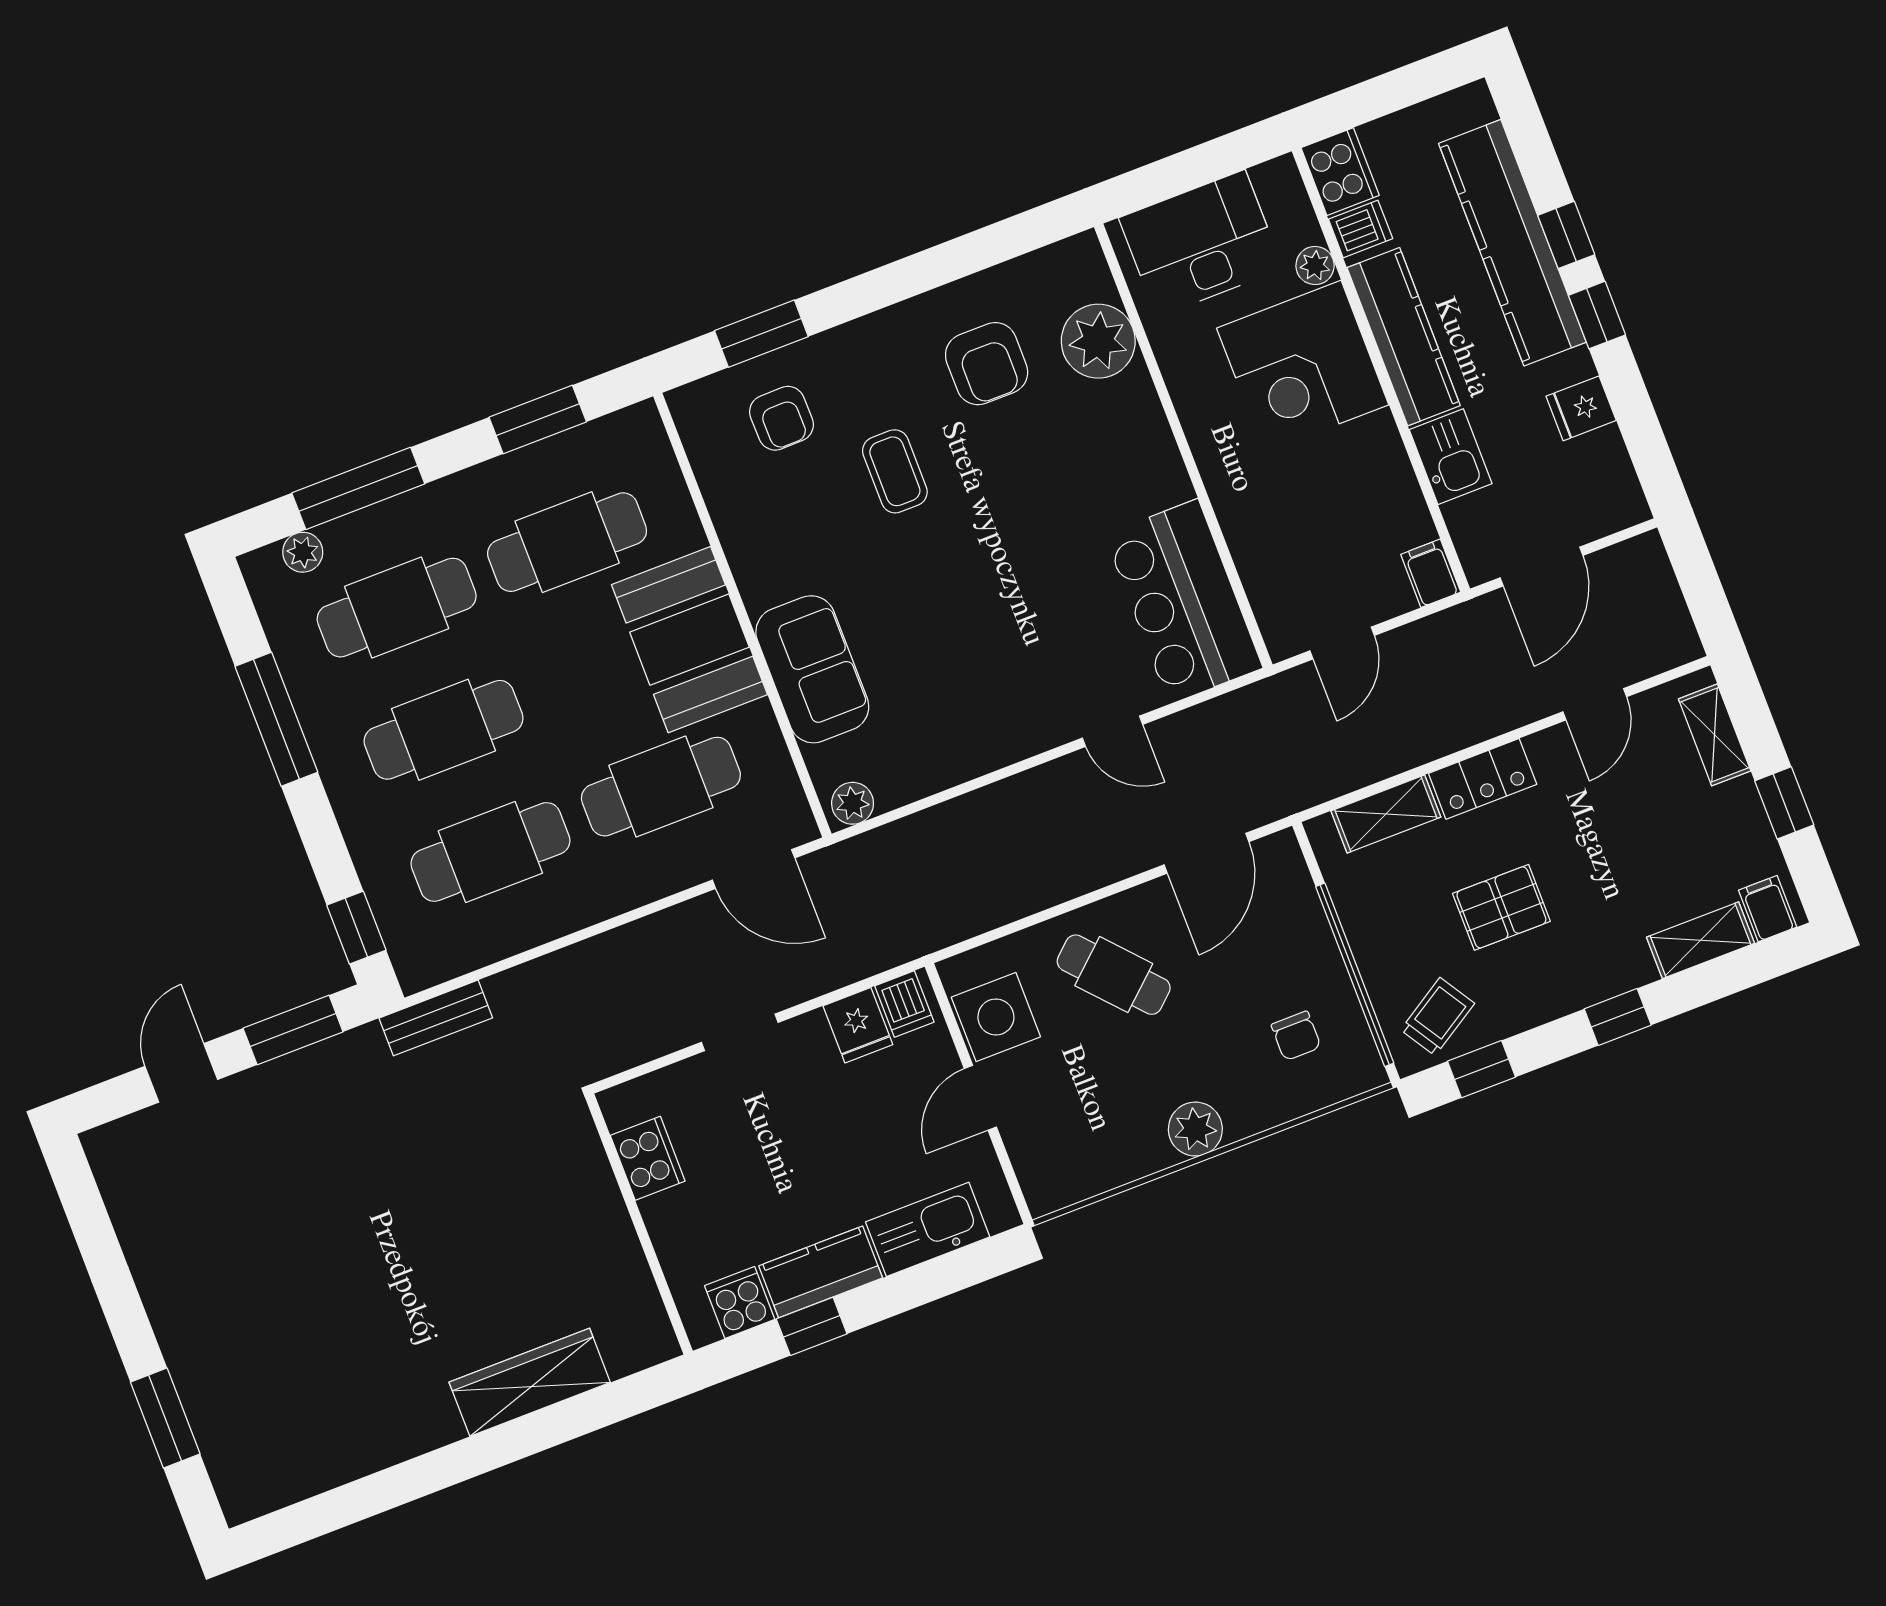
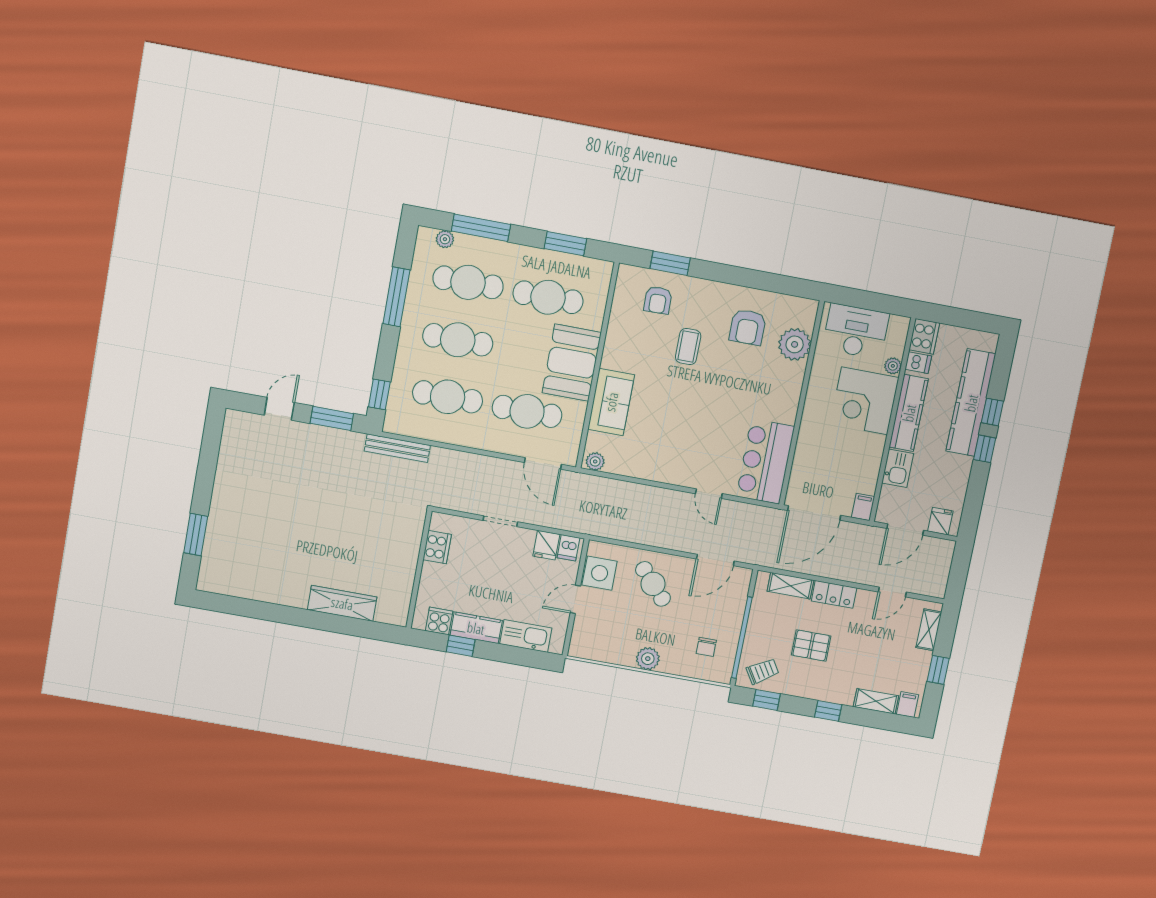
fridge: (1581, 408) -> (940, 521), moved, turned 90
door: (1342, 643) -> (814, 513), width x1.88
bench: (436, 1018) -> (397, 448), width x1.36

